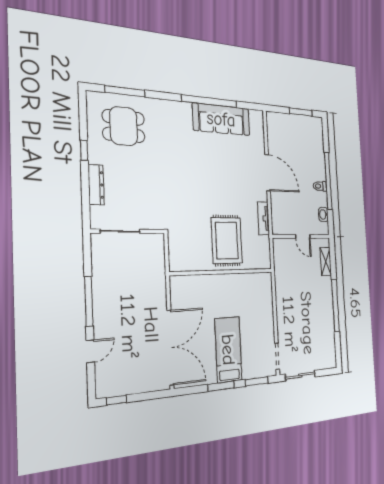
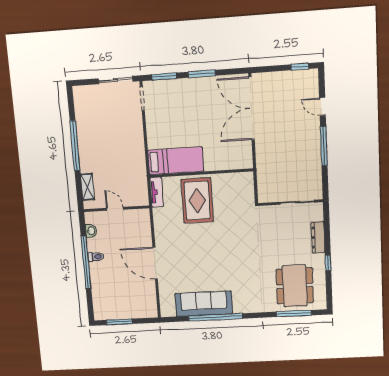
dining table: (124, 126) -> (295, 286), width x1.38
tv unit: (263, 218) -> (157, 192), moved
bed: (228, 350) -> (176, 161), moved, turned -90
door: (90, 351) -> (322, 107), hinge flipped

